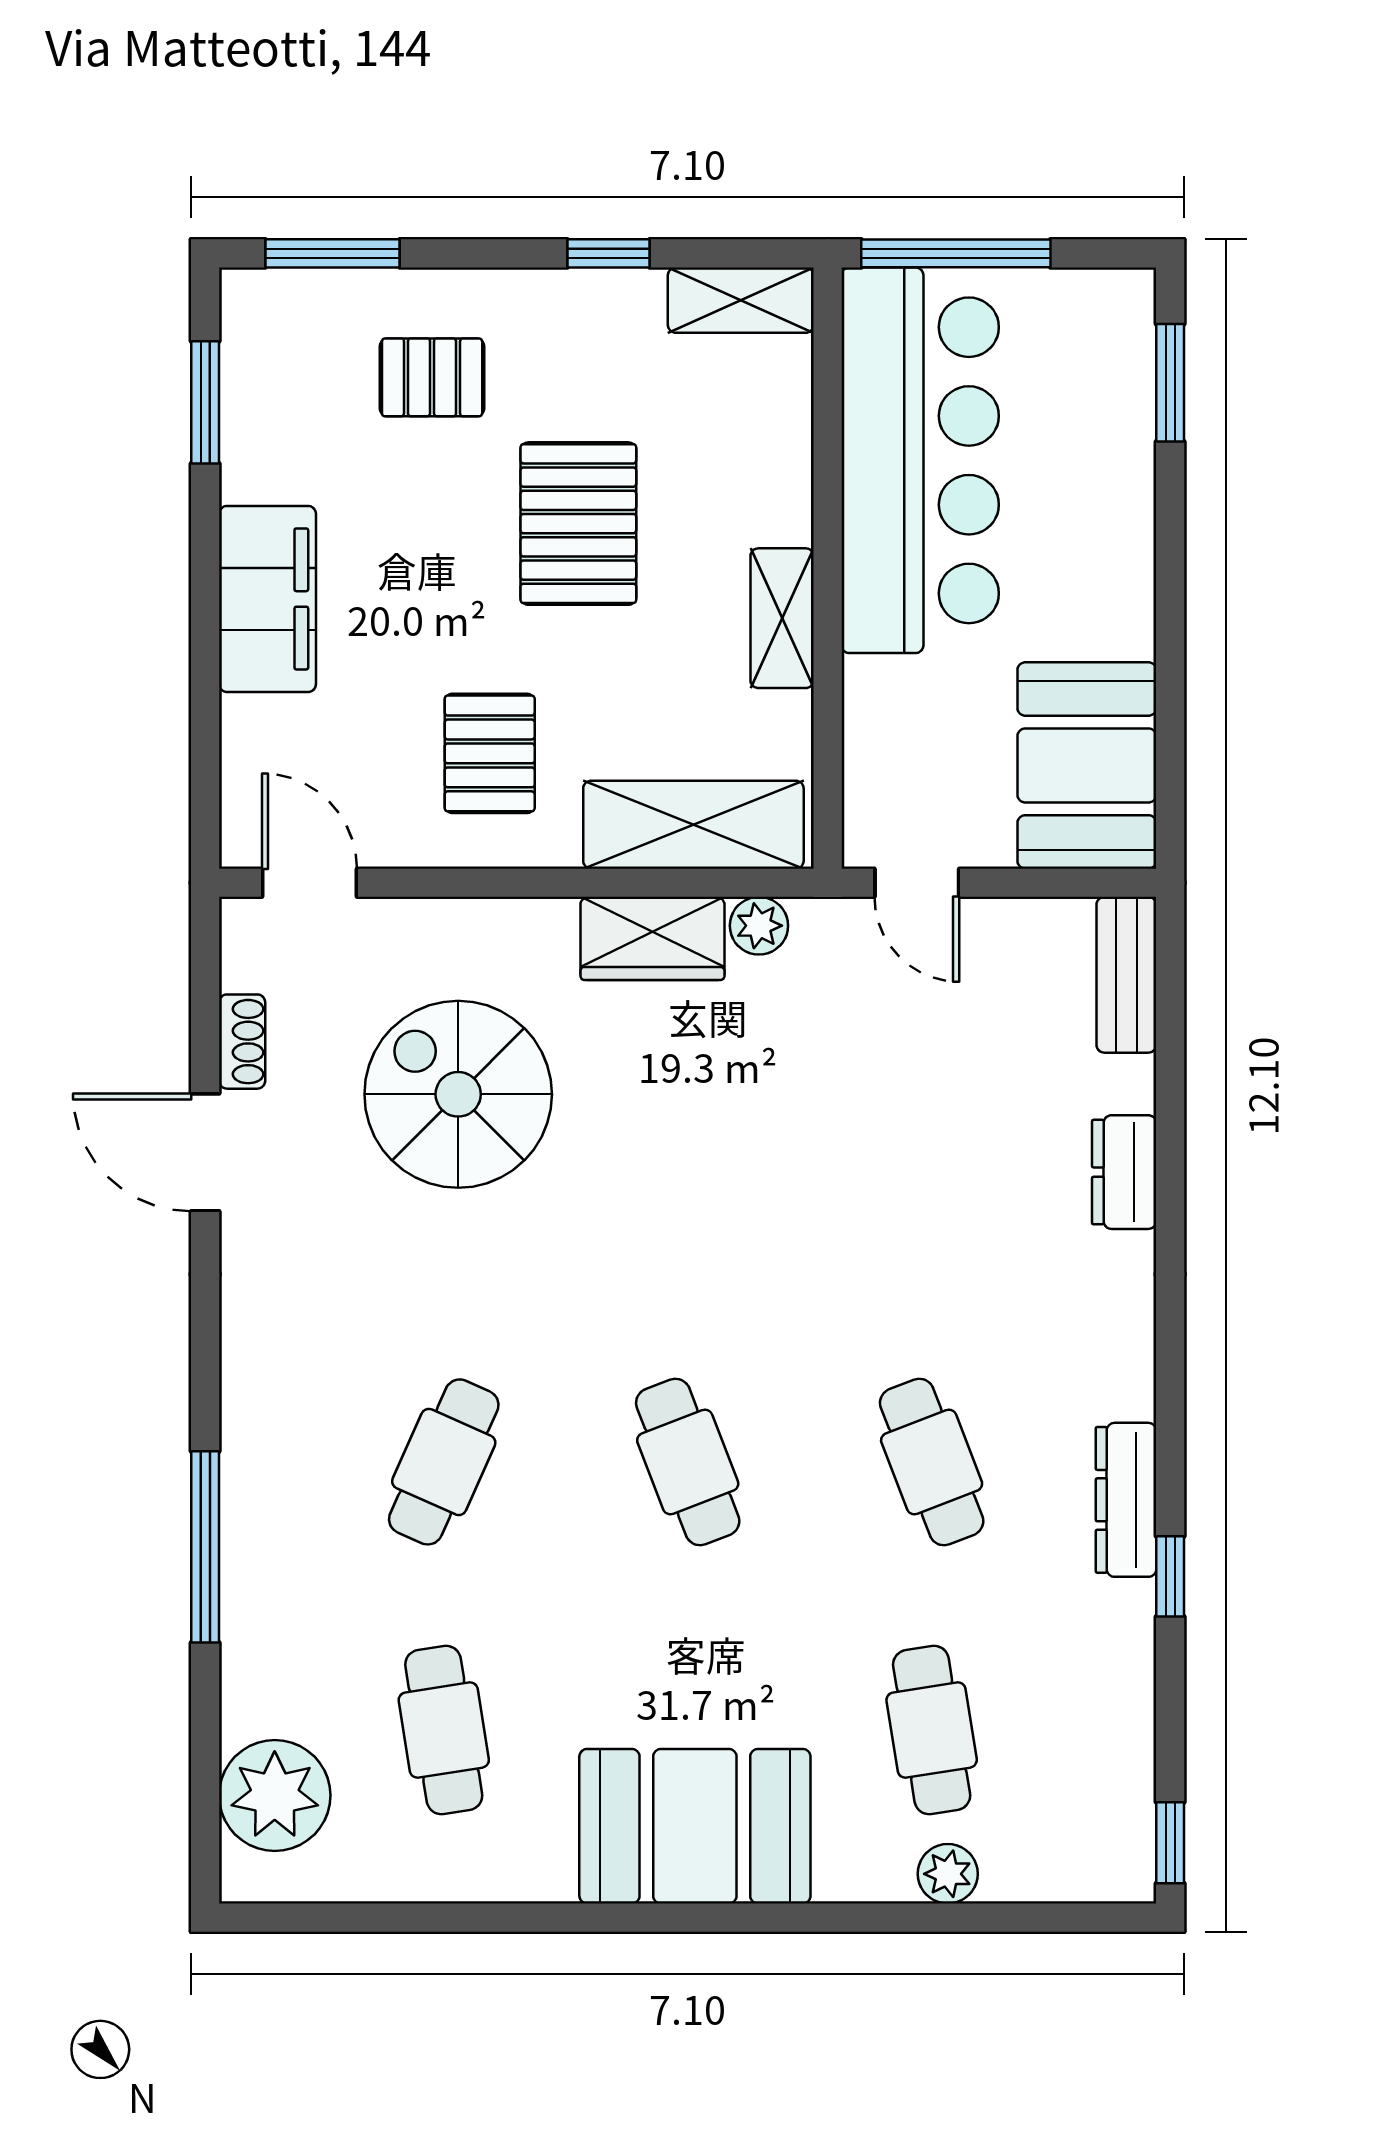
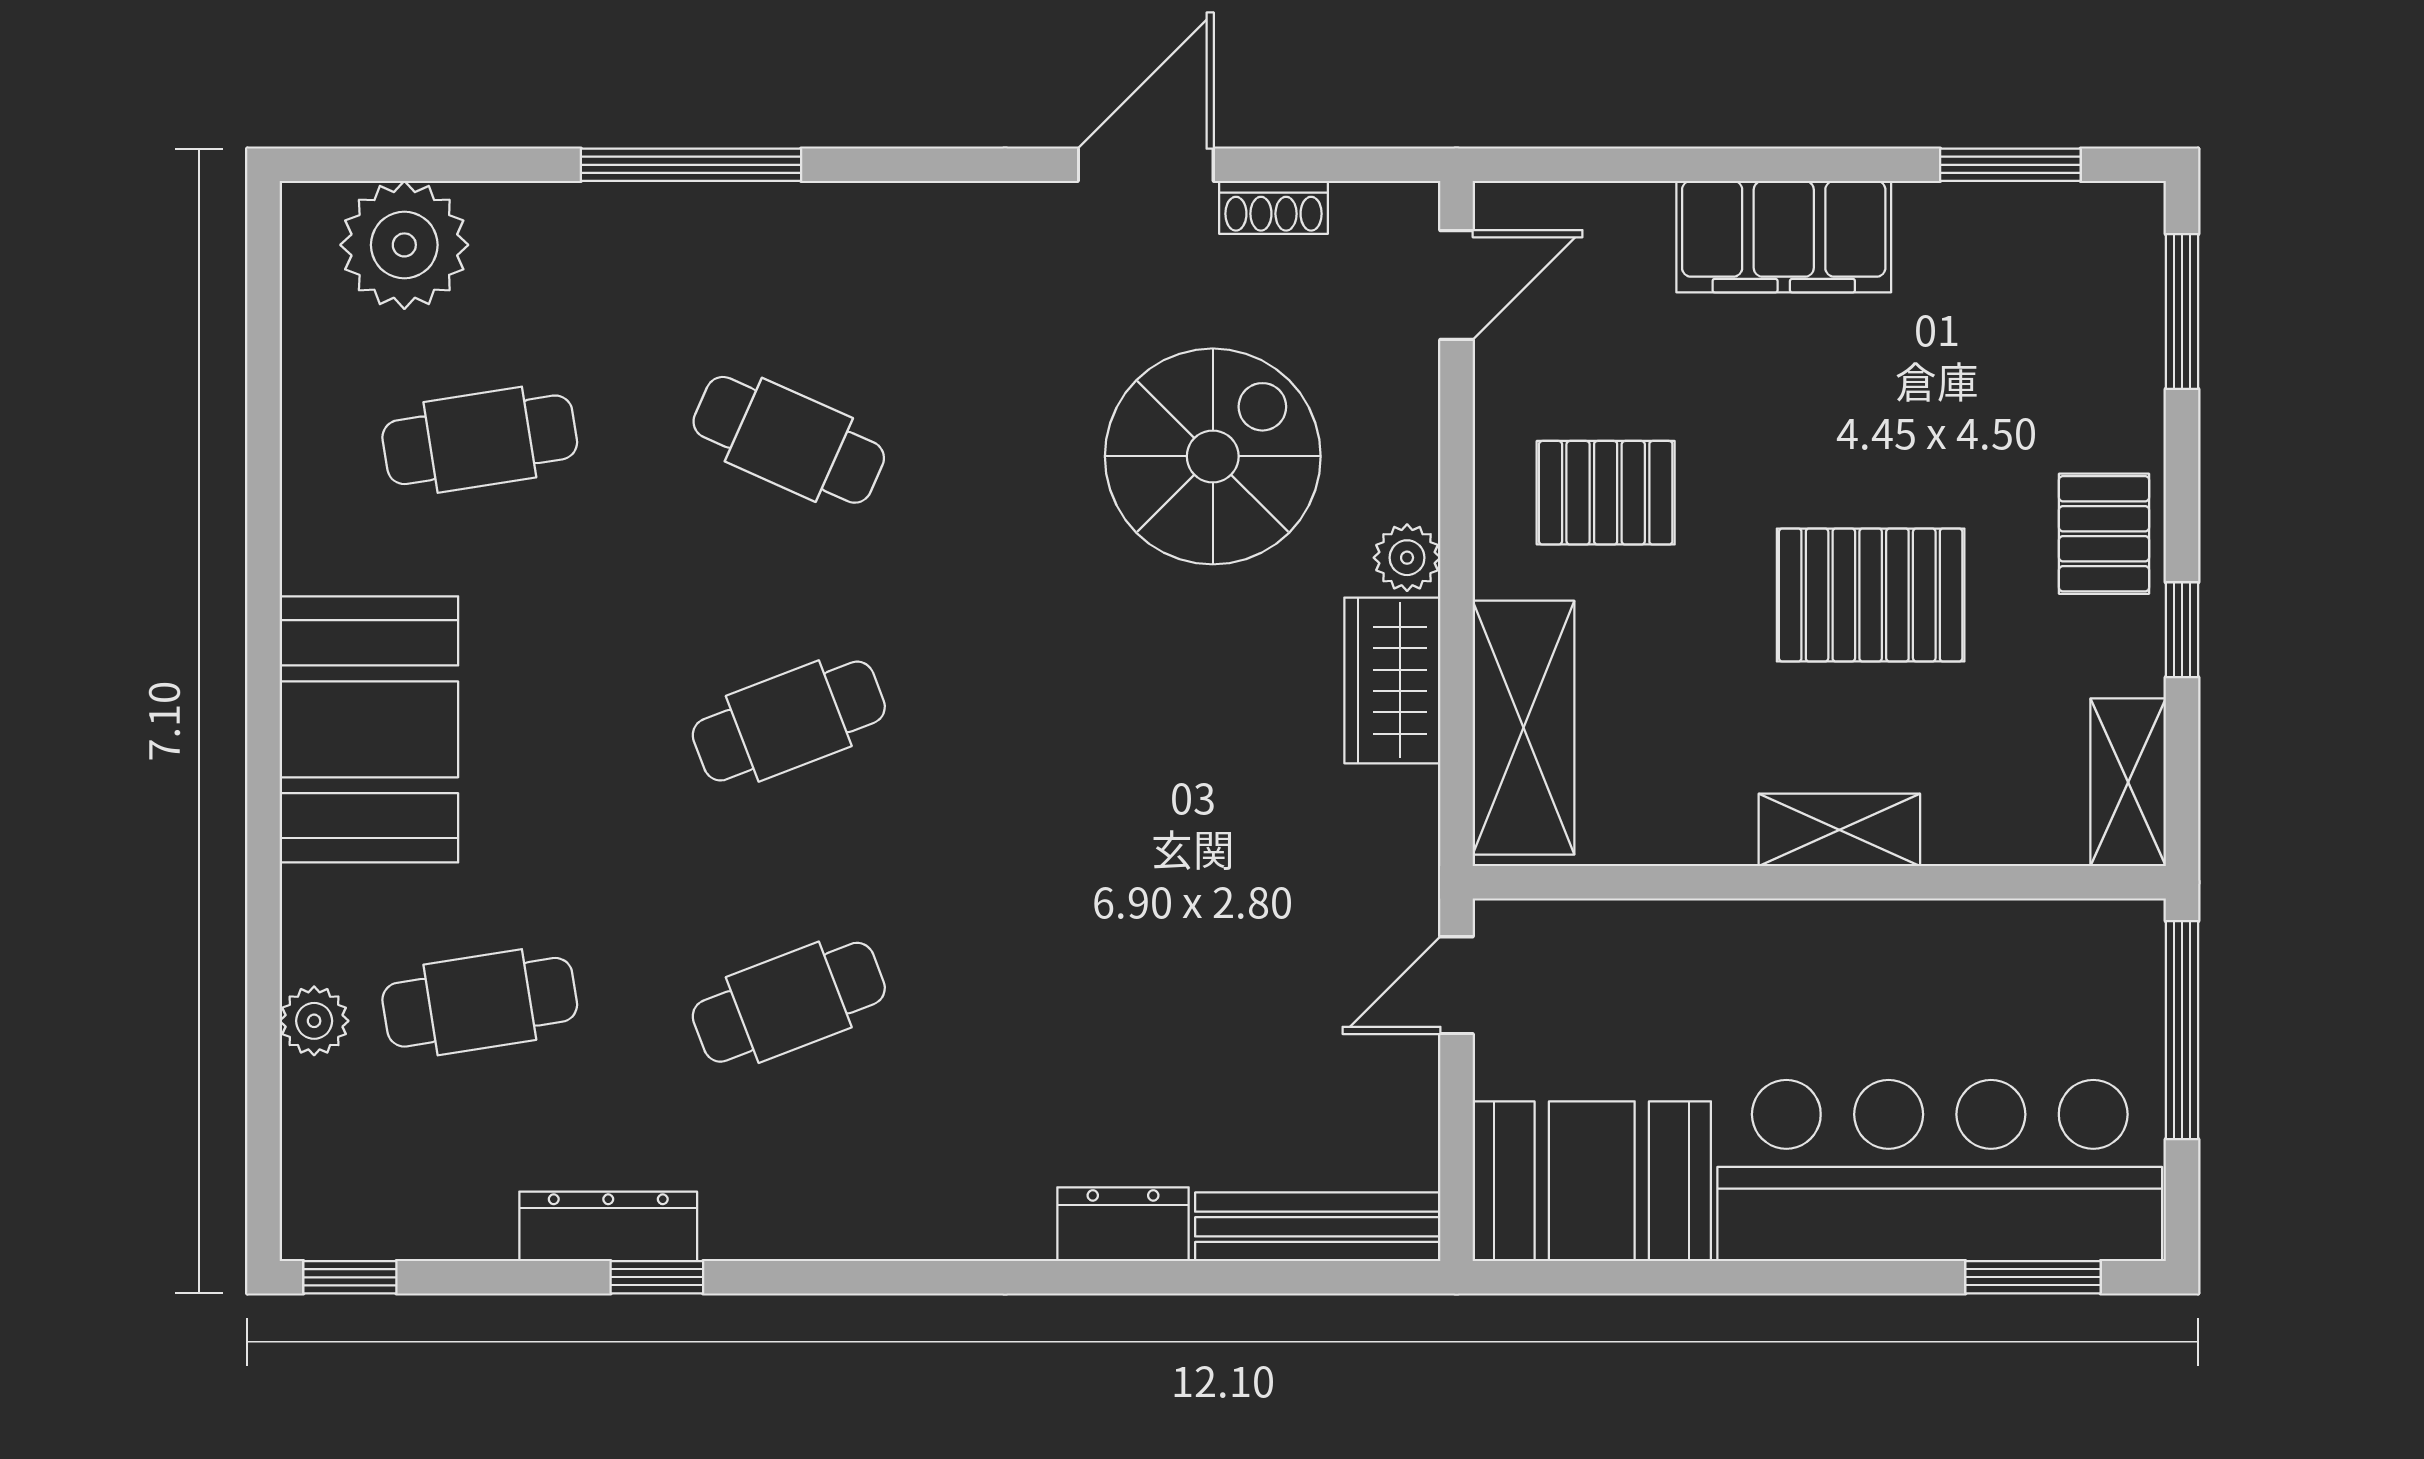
pallet: (432, 377) -> (2104, 534), moved
bar counter: (920, 460) -> (1940, 1171), moved, turned 180
shelving: (782, 618) -> (1839, 830), moved
plant: (759, 926) -> (1407, 558), moved
bench: (1126, 975) -> (1318, 1227), width x1.36
dresser: (1126, 1500) -> (608, 1226), moved

